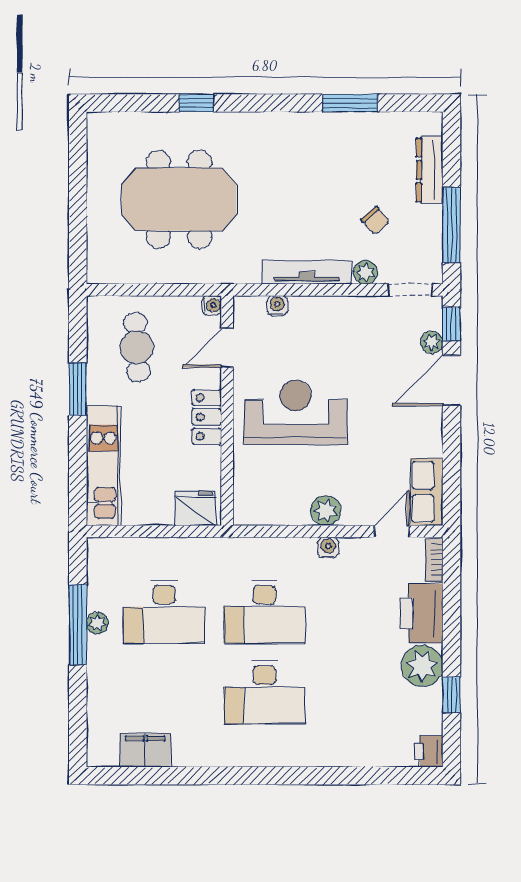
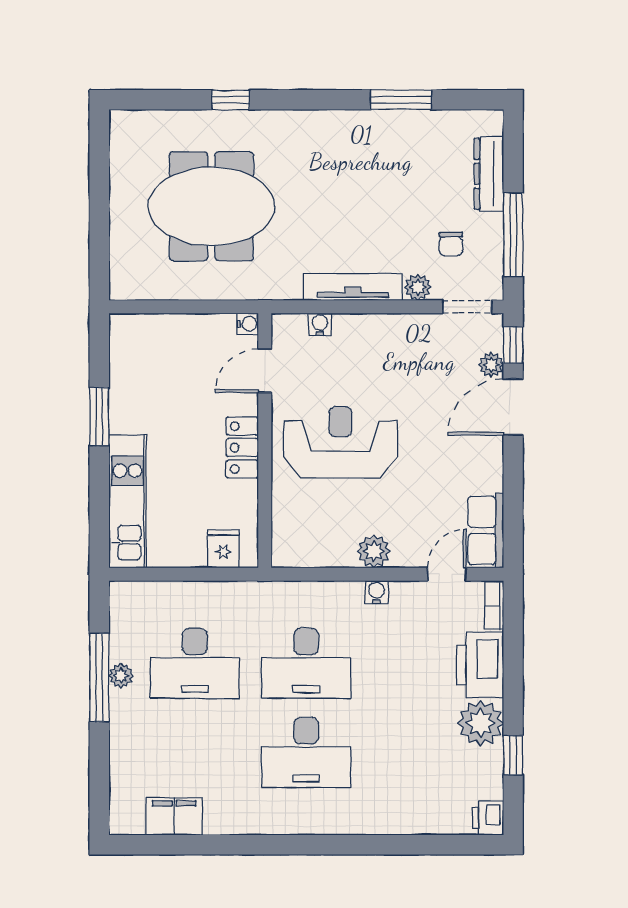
chair: (375, 221) -> (451, 244), moved, turned 41
cafe table: (137, 347) -> (165, 370), removed
fridge: (195, 508) -> (223, 549), width x0.72

